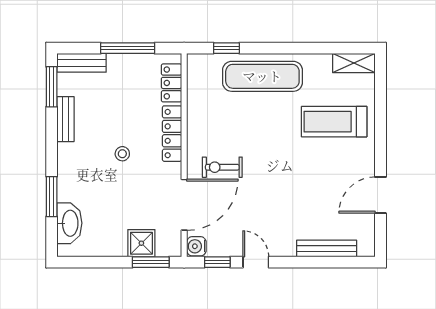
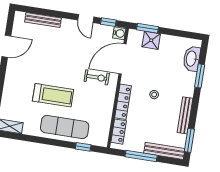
bench: (82, 63) -> (164, 151), width x1.36
bench: (66, 119) -> (185, 115), width x1.36
treadmill: (334, 122) -> (53, 95), moved

